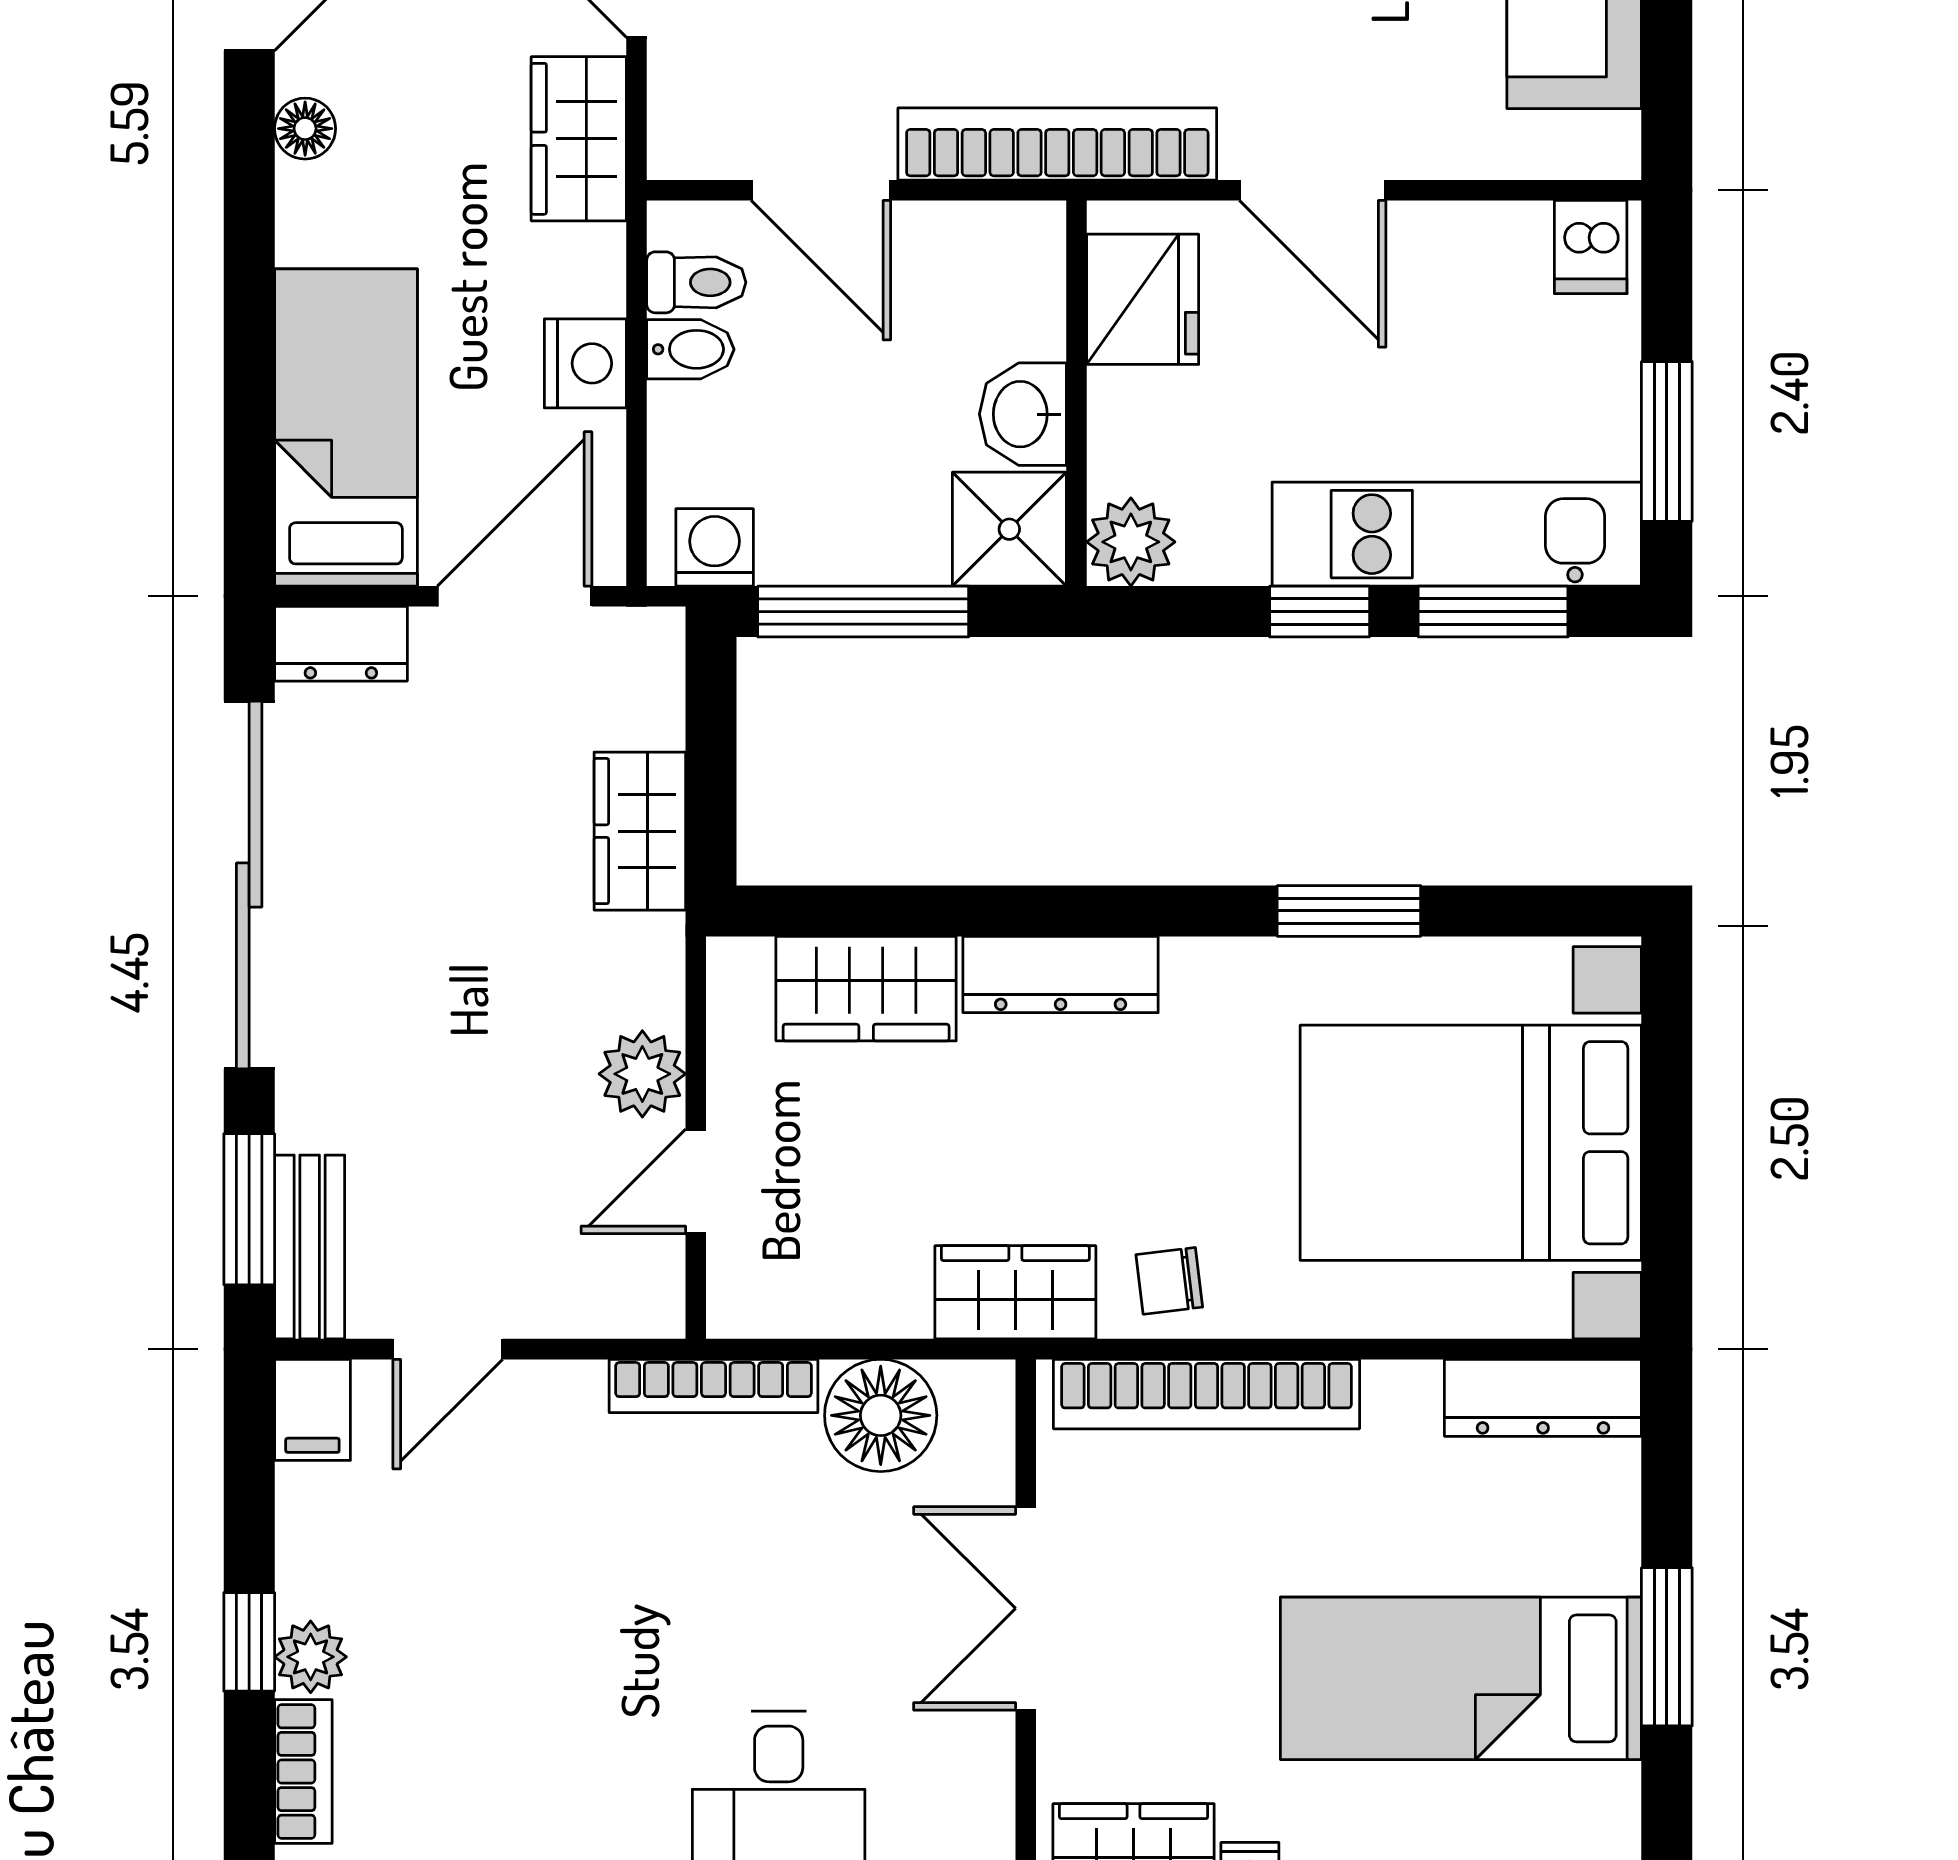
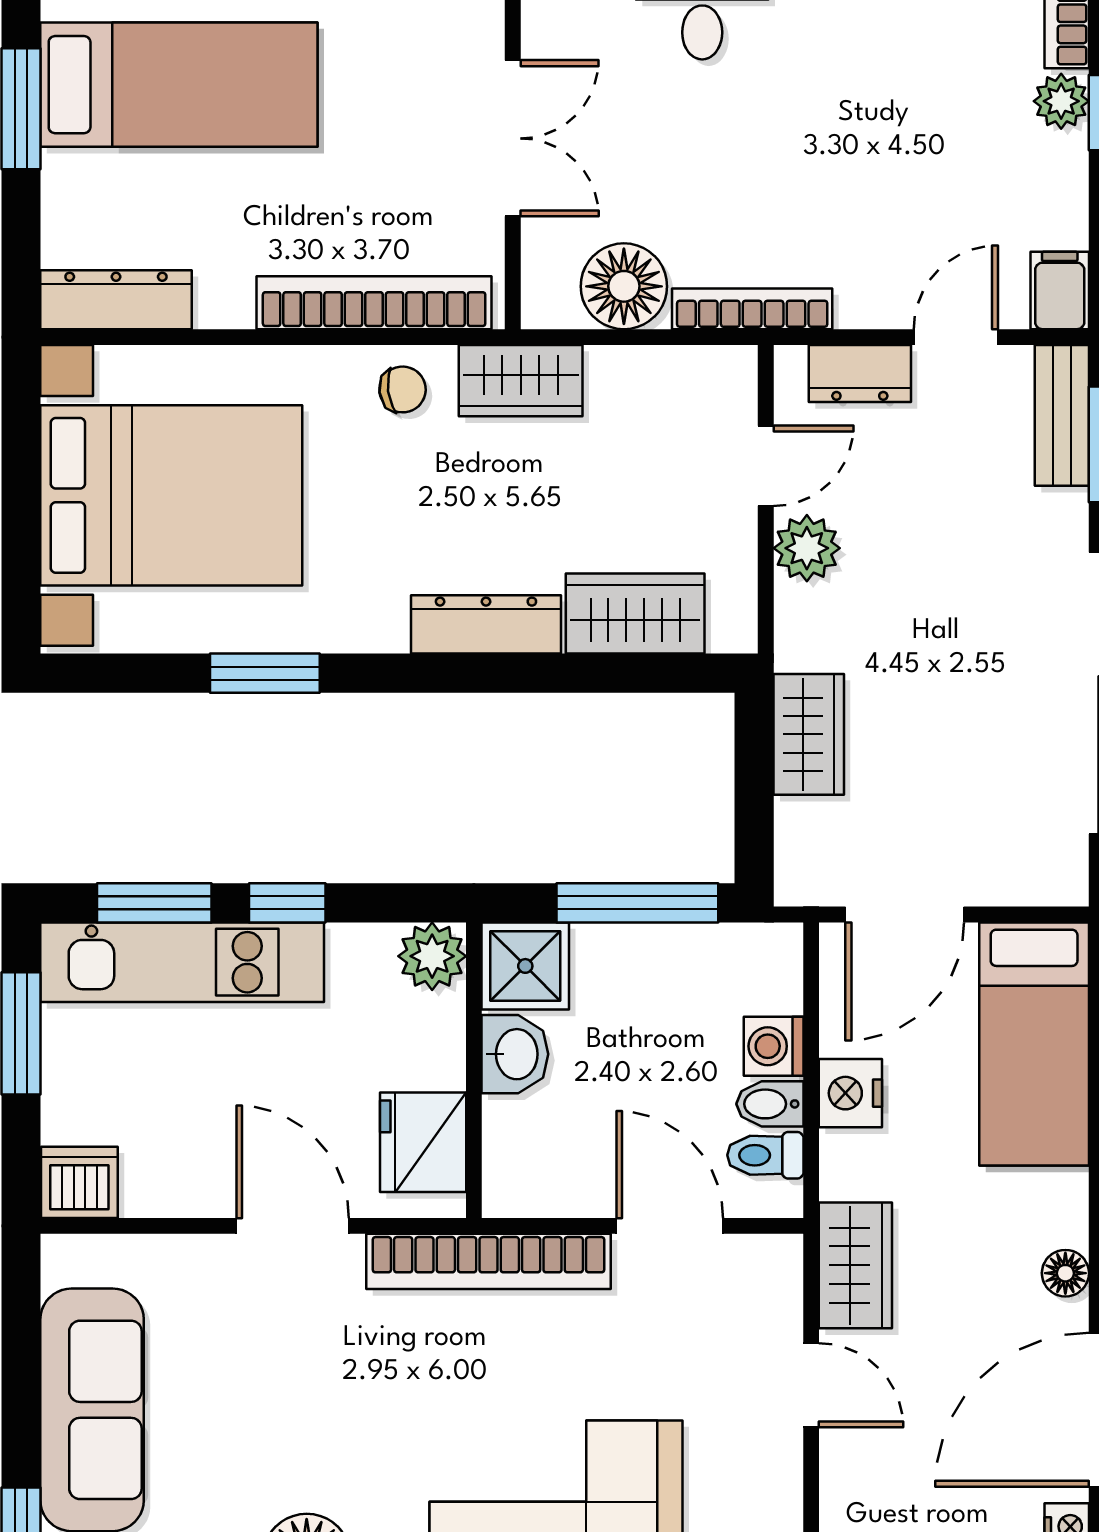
dishwasher: (1591, 247) -> (79, 1182), width x1.38
washing machine: (715, 547) -> (774, 1046), moved, turned 90
dresser: (341, 644) -> (860, 374), moved, turned 180

